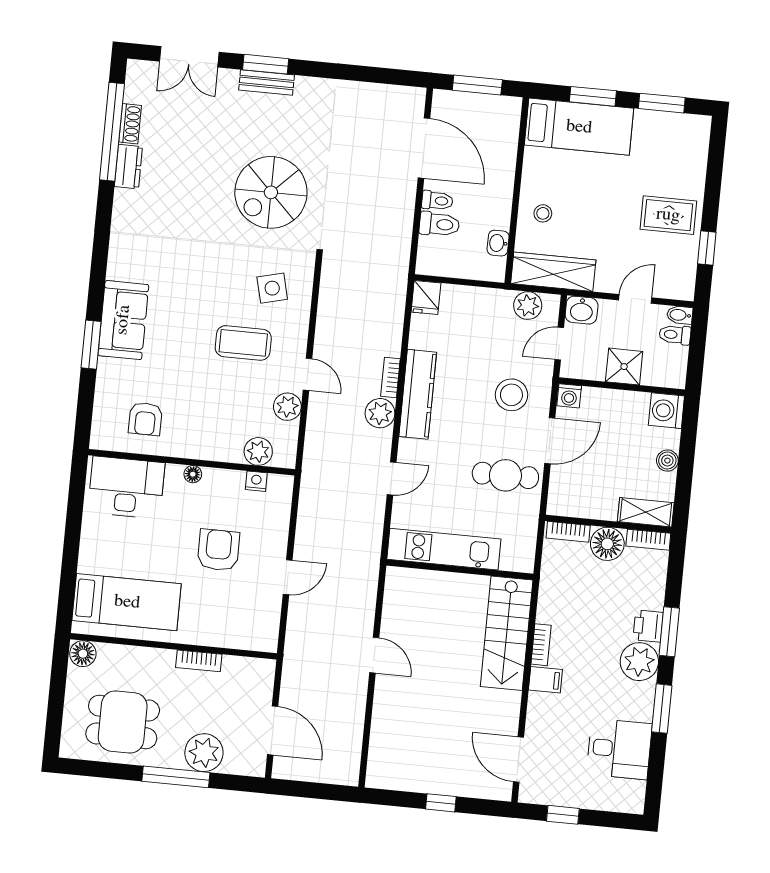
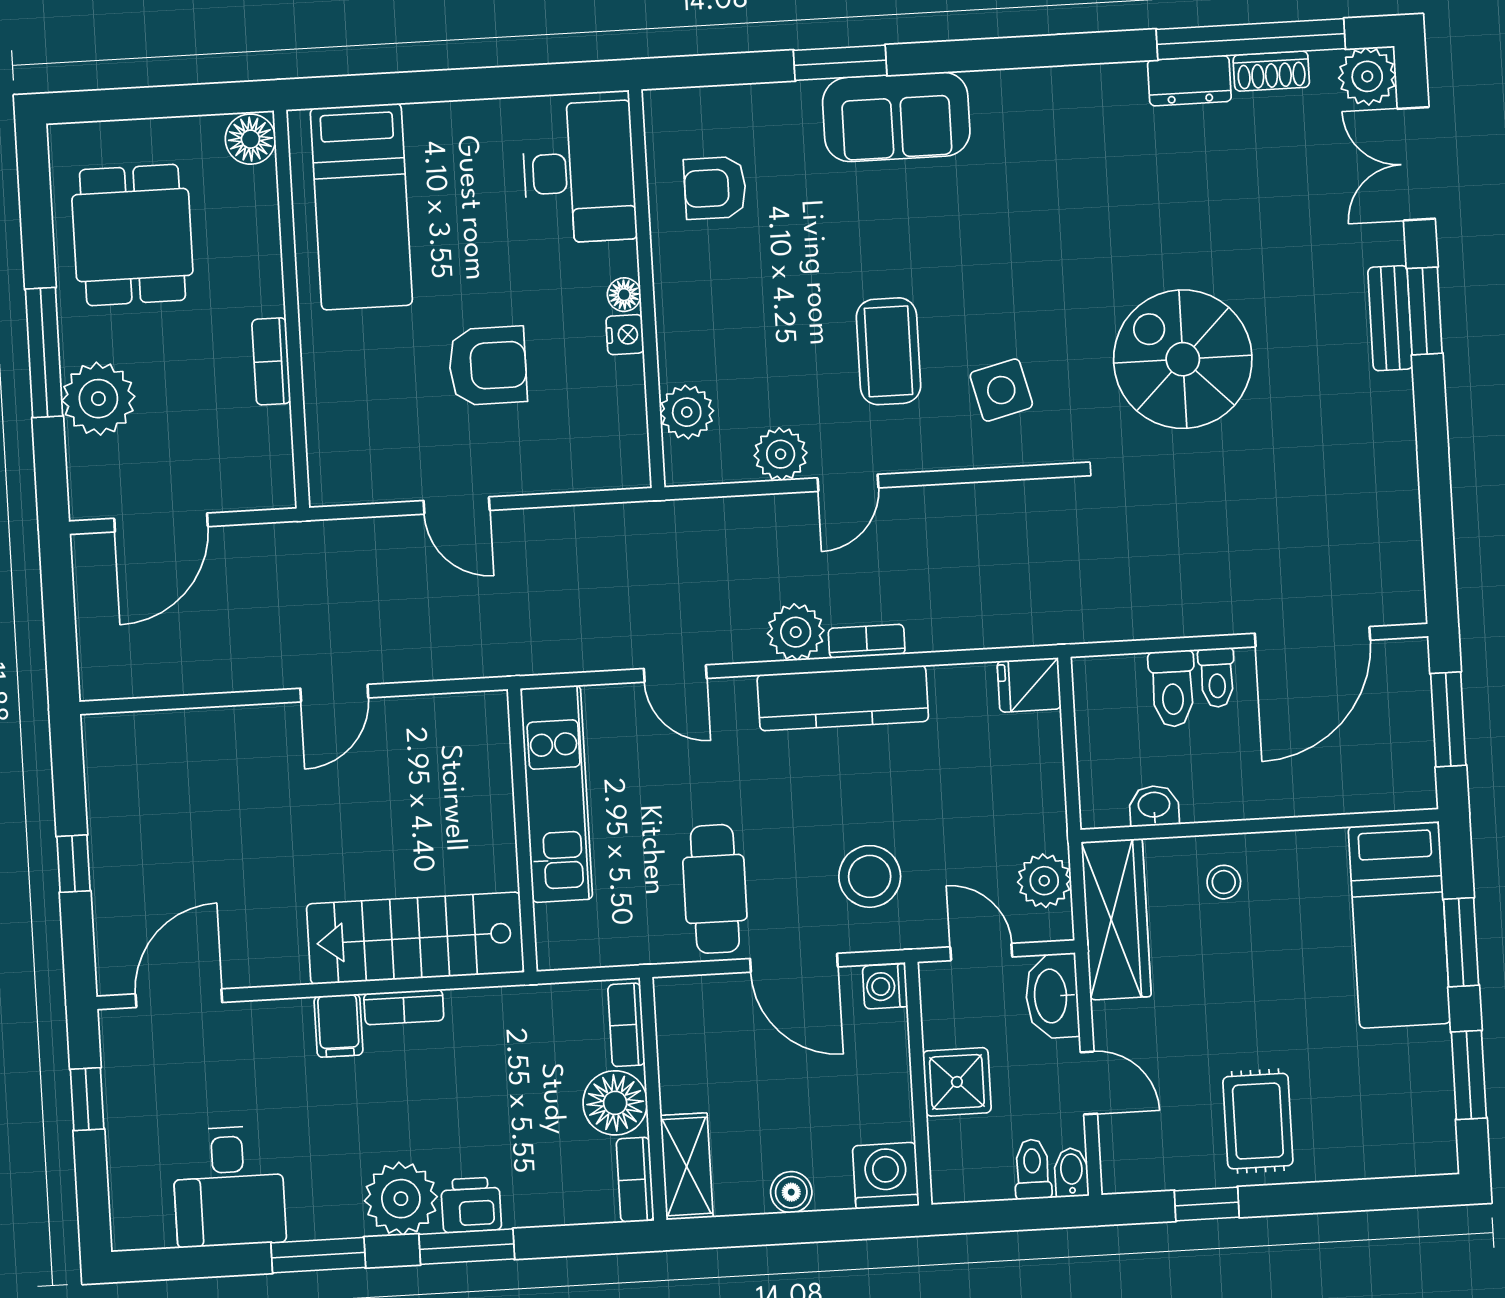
plant: (140, 75) -> (1367, 76), added
washbasin: (582, 310) -> (1052, 996), width x1.38
nightstand: (256, 481) -> (625, 335), moved

